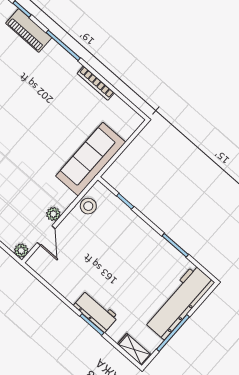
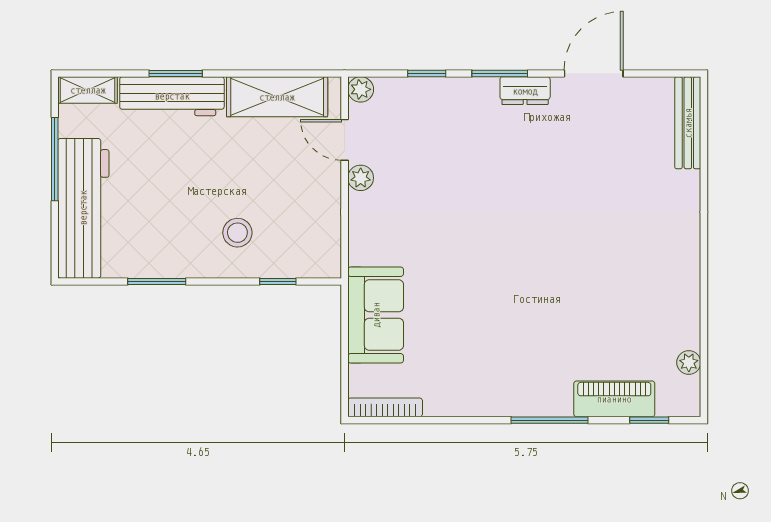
bookcase: (96, 83) -> (385, 407), moved
sofa: (91, 159) -> (376, 315), width x0.73
stool: (88, 206) -> (237, 233), moved
shelving: (58, 278) -> (277, 97), added
workbench: (96, 311) -> (172, 96), width x1.38

